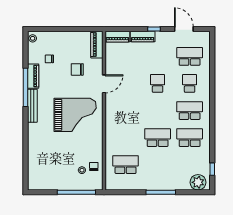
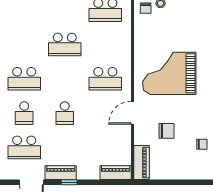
piano: (143, 37) -> (61, 173), moved
school desk: (190, 138) -> (105, 79), moved

